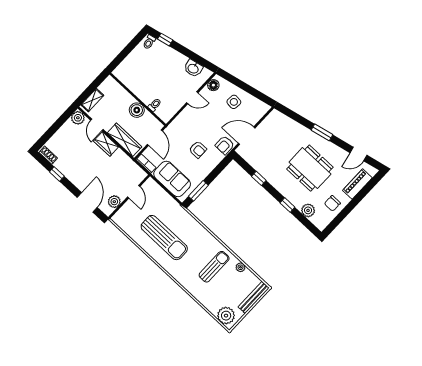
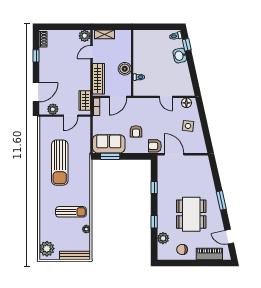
washbasin: (193, 68) -> (180, 56), moved
wardrobe: (106, 144) -> (85, 100), moved
sofa: (172, 179) -> (109, 144), moved, turned -90

